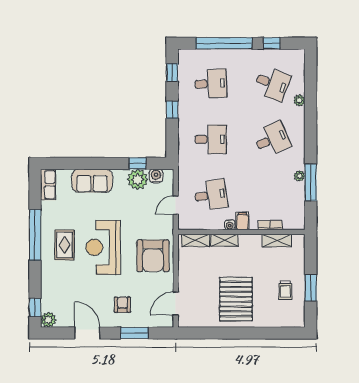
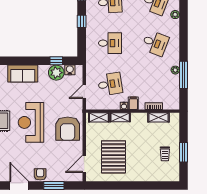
desk: (272, 139) -> (155, 43), turned 45
pallet: (236, 299) -> (113, 157), moved
armchair: (122, 305) -> (40, 174), moved

